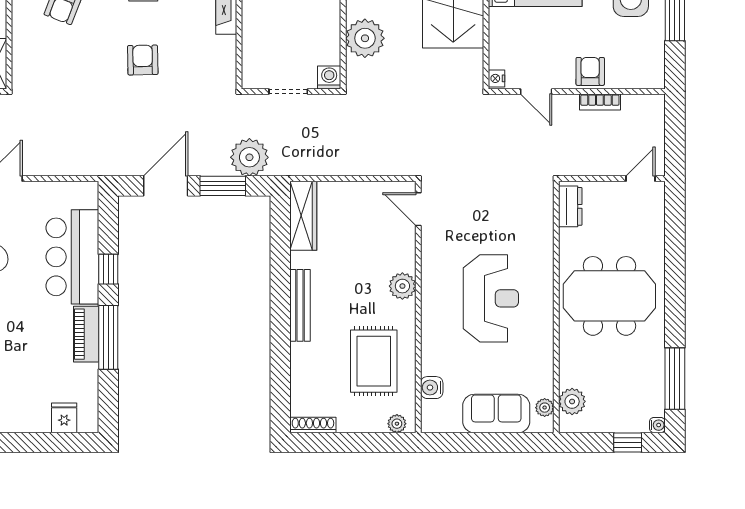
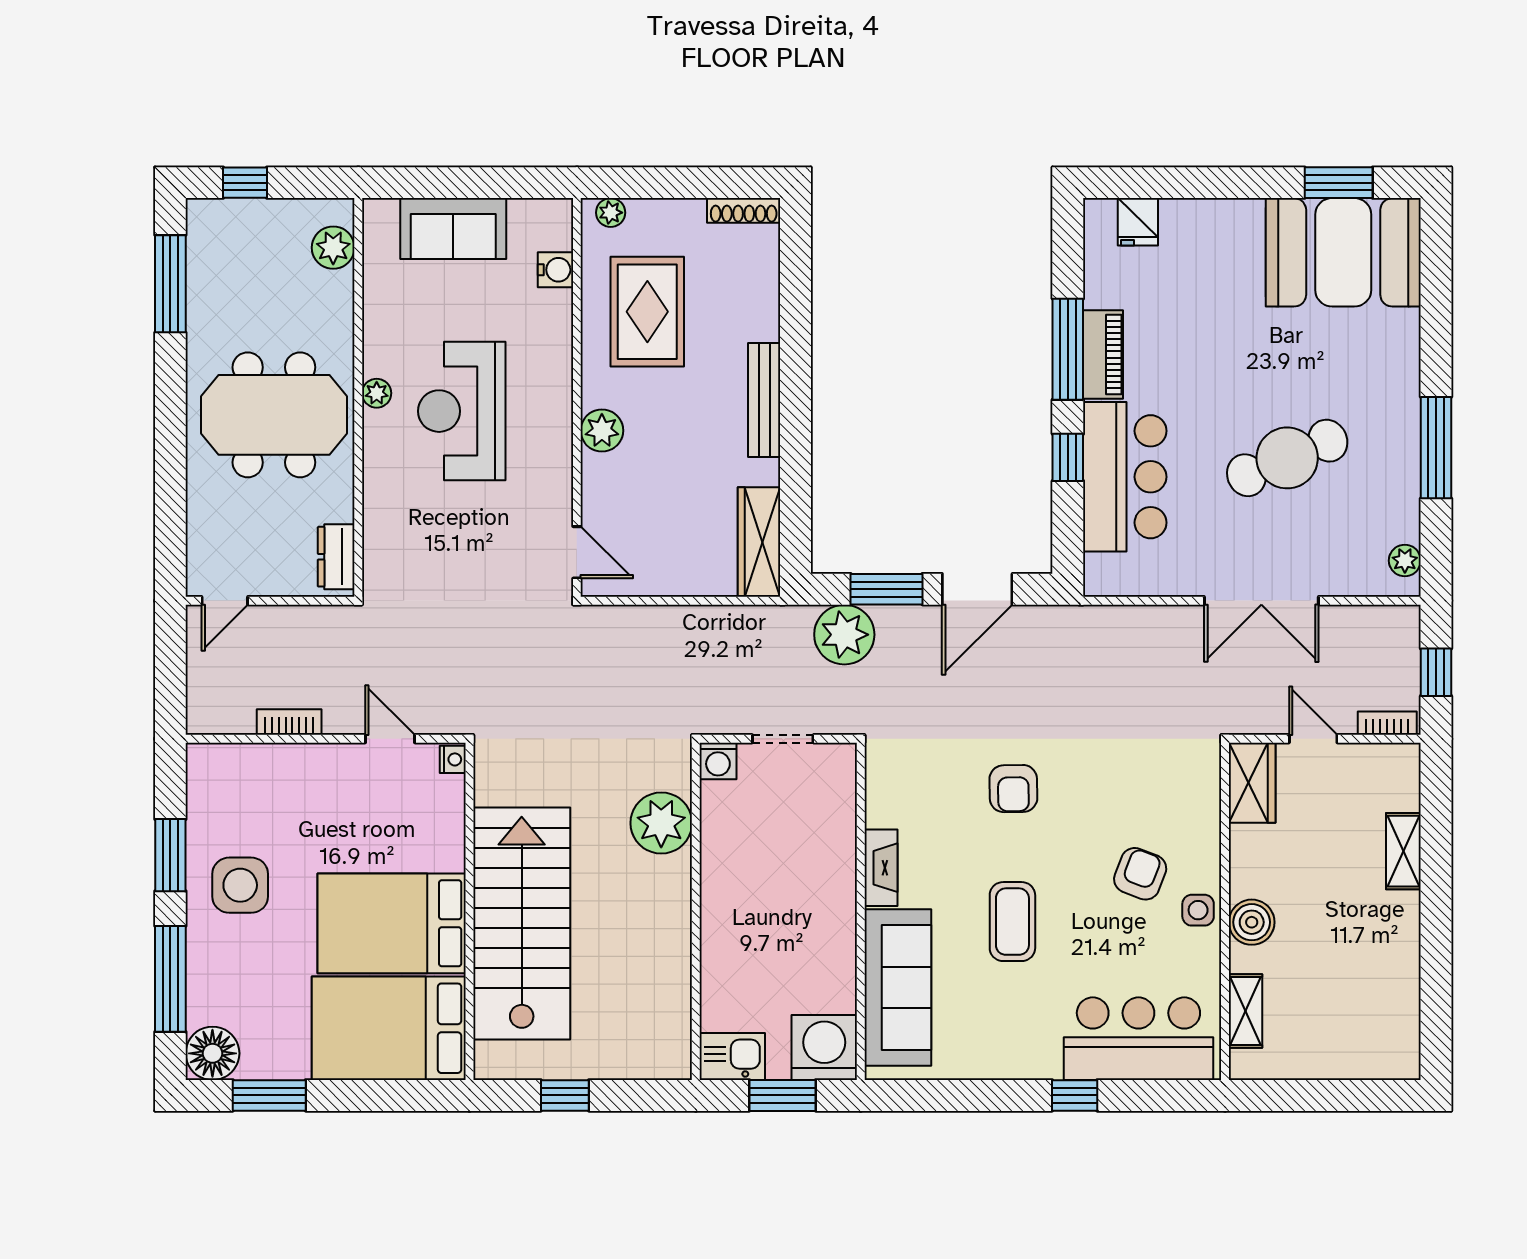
armchair: (590, 71) -> (304, 771), removed
plant: (545, 408) -> (377, 393), moved
water cooler: (657, 425) -> (198, 210), removed

